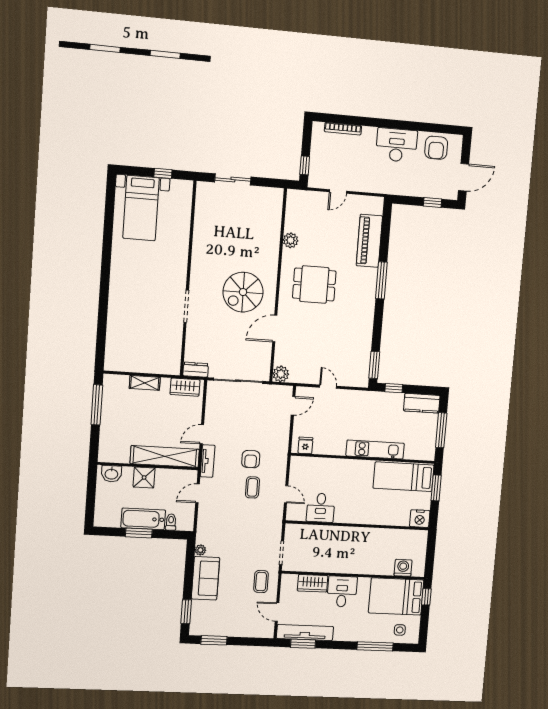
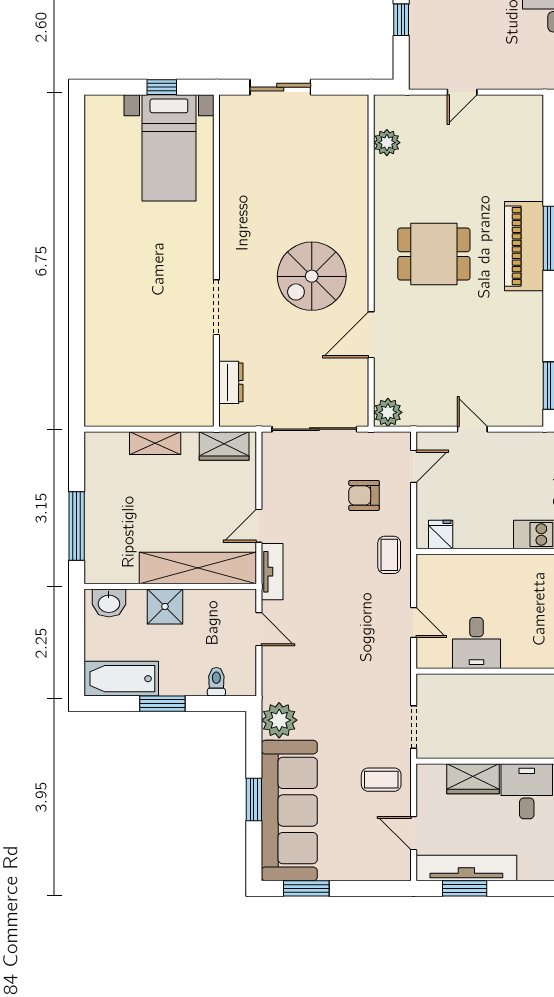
window: (305, 165) -> (401, 20), moved
bed with nightstands: (141, 208) -> (169, 148), moved
plant: (291, 240) -> (387, 143), moved
piano: (369, 241) -> (524, 246), moved
dresser: (196, 370) -> (231, 382), moved, turned 90
window: (97, 405) -> (77, 526), moved
armchair: (251, 459) -> (364, 495), moved, turned 90
coffee table: (252, 487) -> (389, 555), moved
door: (198, 493) -> (259, 629), swing flipped
bathtub: (143, 519) -> (121, 679), moved
plant: (200, 550) -> (279, 720), width x1.88, depth x1.88
sofa: (205, 578) -> (289, 810), width x1.85, depth x1.27
coffee table: (261, 582) -> (381, 780), turned 90
window: (186, 612) -> (254, 800), moved

